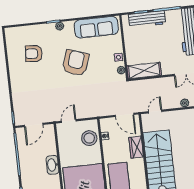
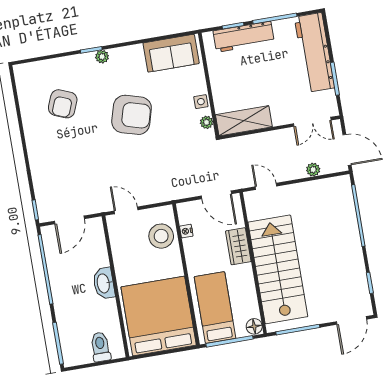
sofa: (96, 27) -> (171, 53), width x0.73
armchair: (34, 54) -> (63, 104), turned -73
armchair: (76, 63) -> (132, 115), turned 87
door: (155, 112) -> (266, 186), hinge flipped
door: (69, 121) -> (126, 210), hinge flipped

